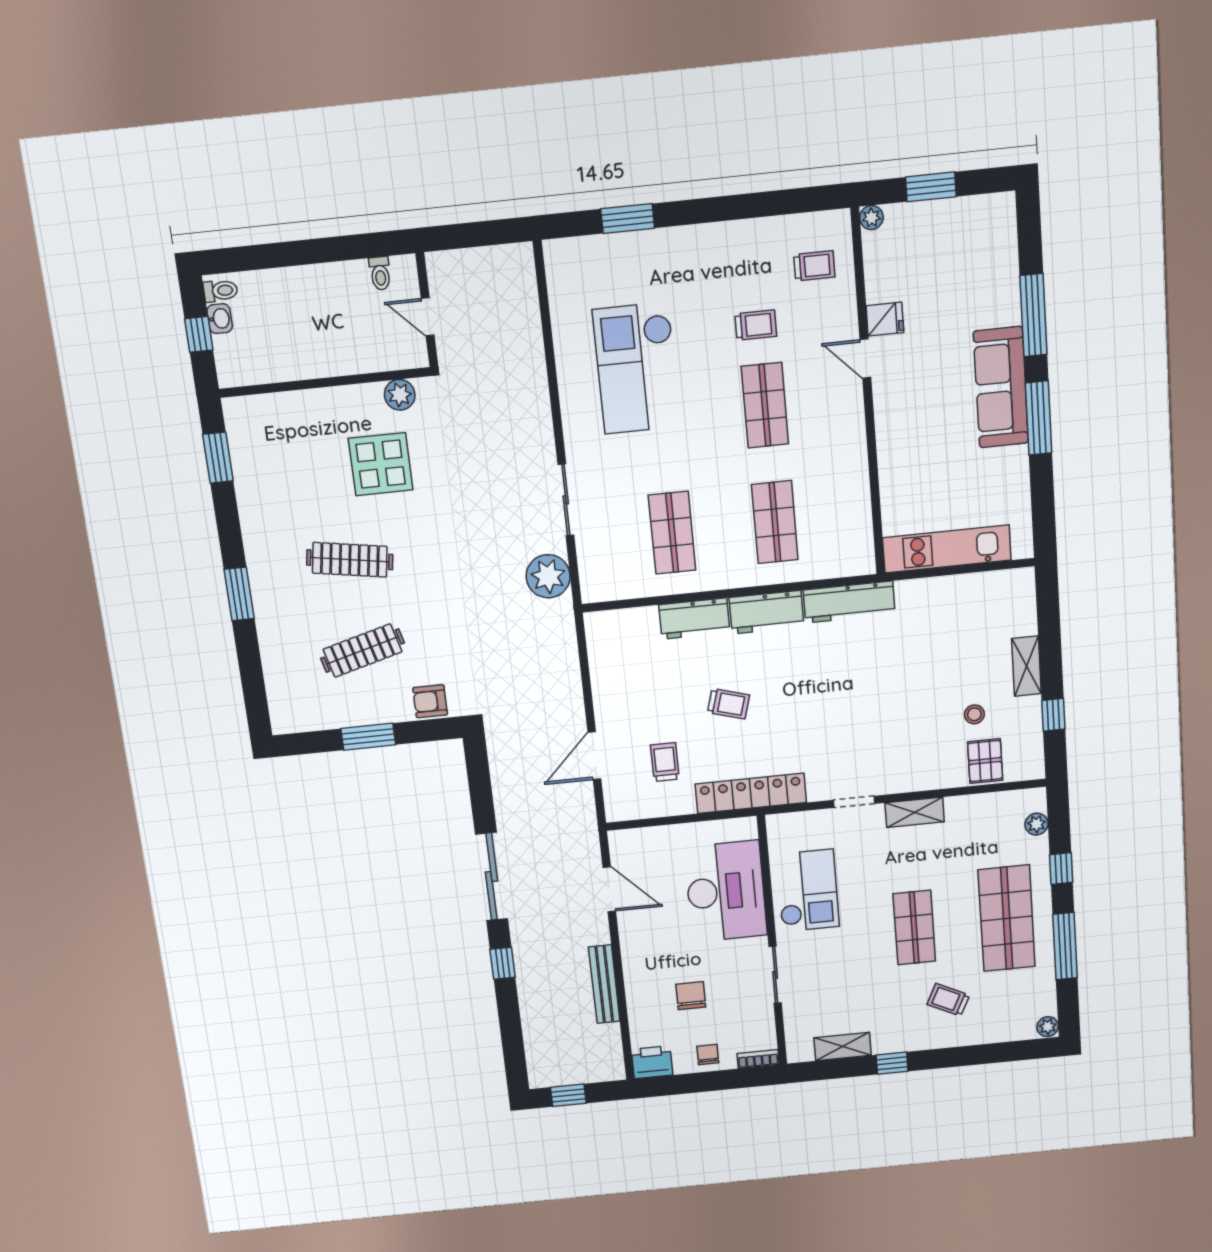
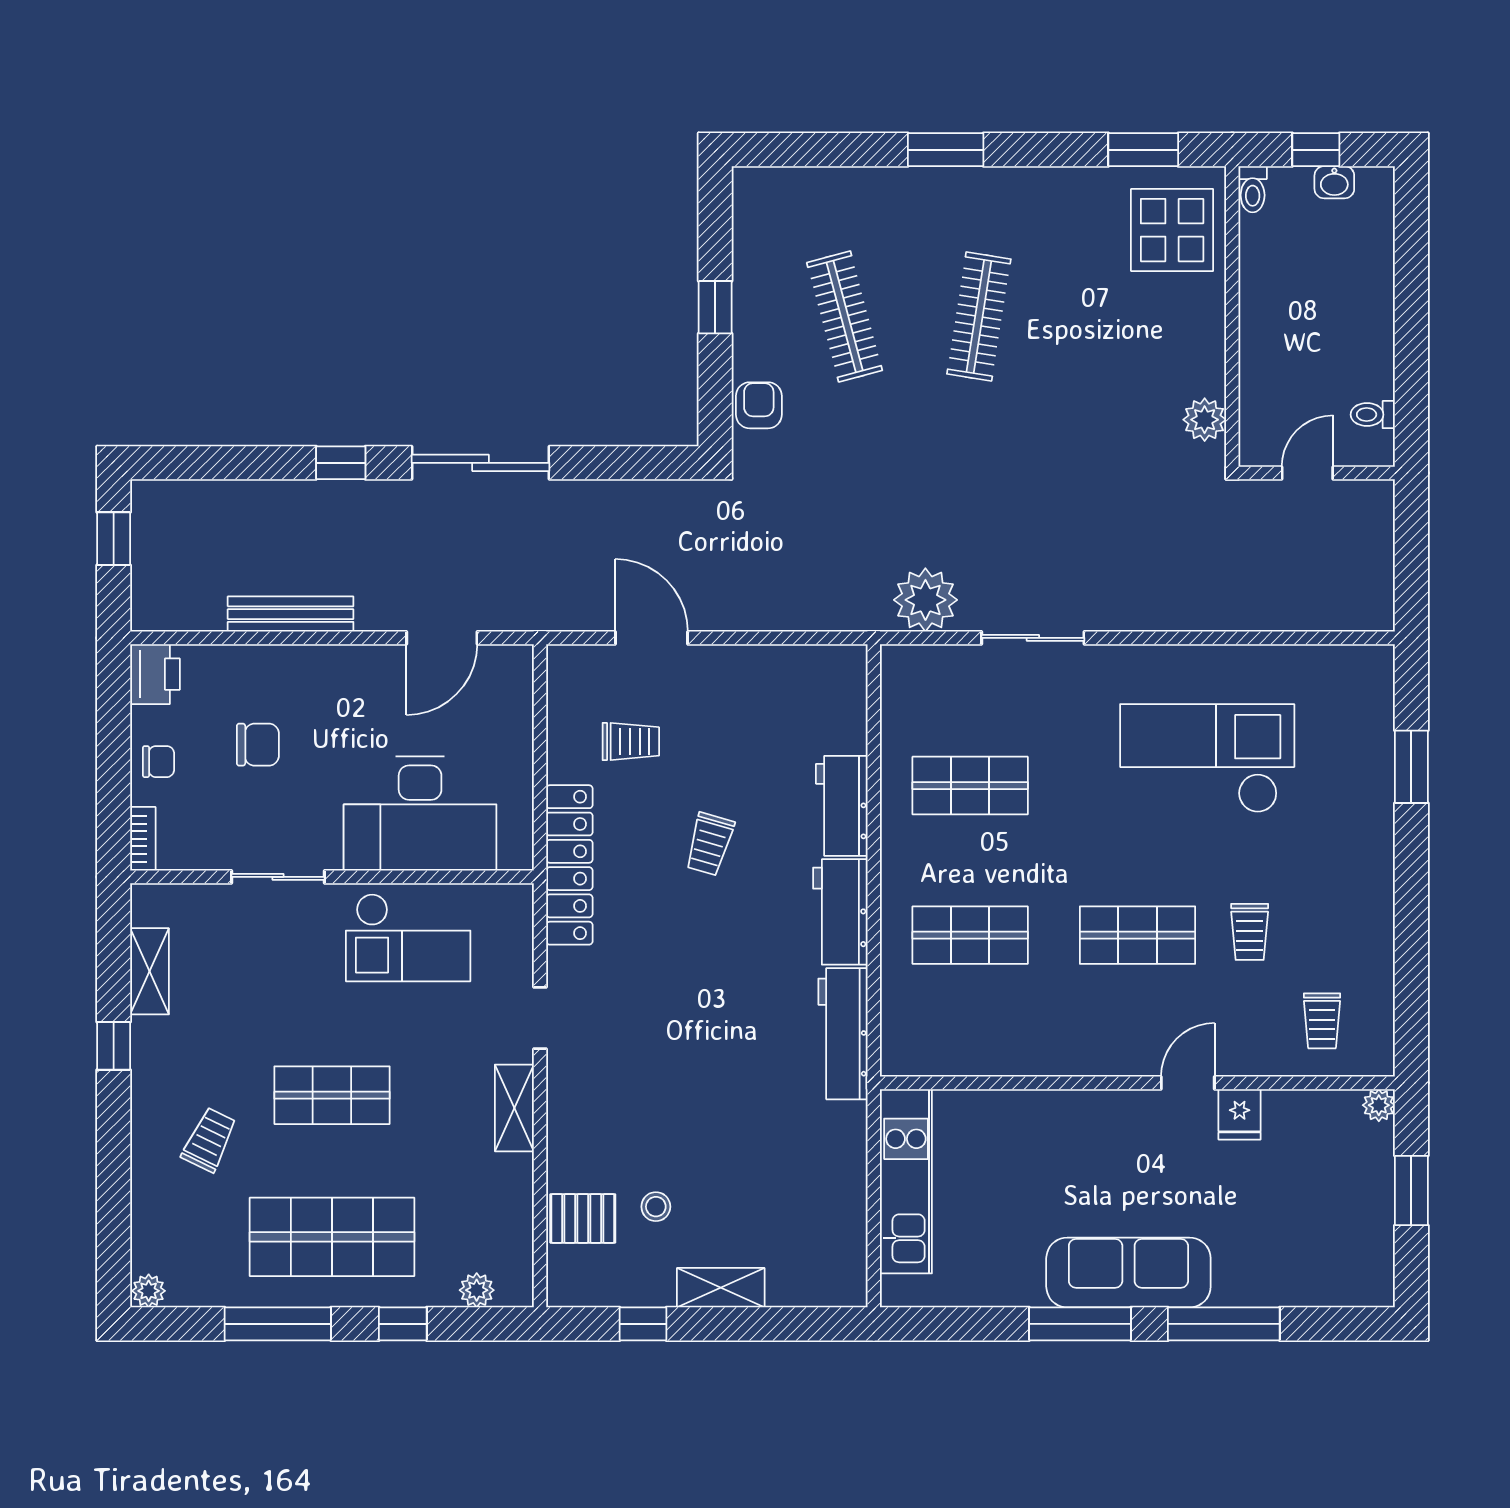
toilet: (220, 291) -> (1253, 189), moved
display table: (381, 464) -> (1172, 230), moved
window: (368, 737) -> (715, 307), width x0.67

